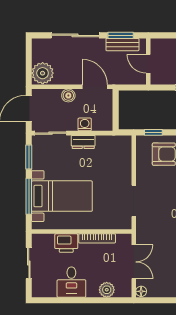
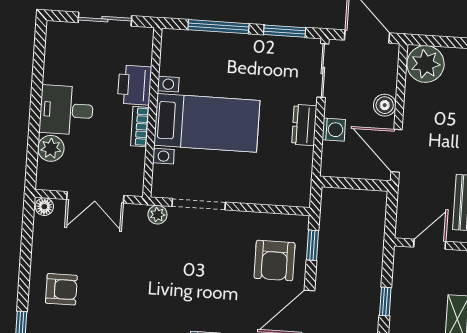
door: (95, 87) -> (397, 151), swing flipped
bed with nightstands: (62, 196) -> (207, 123), moved, turned -90
plant: (141, 225) -> (157, 215), added
bookcase: (97, 238) -> (140, 127), width x0.64
desk: (71, 282) -> (66, 110), moved

